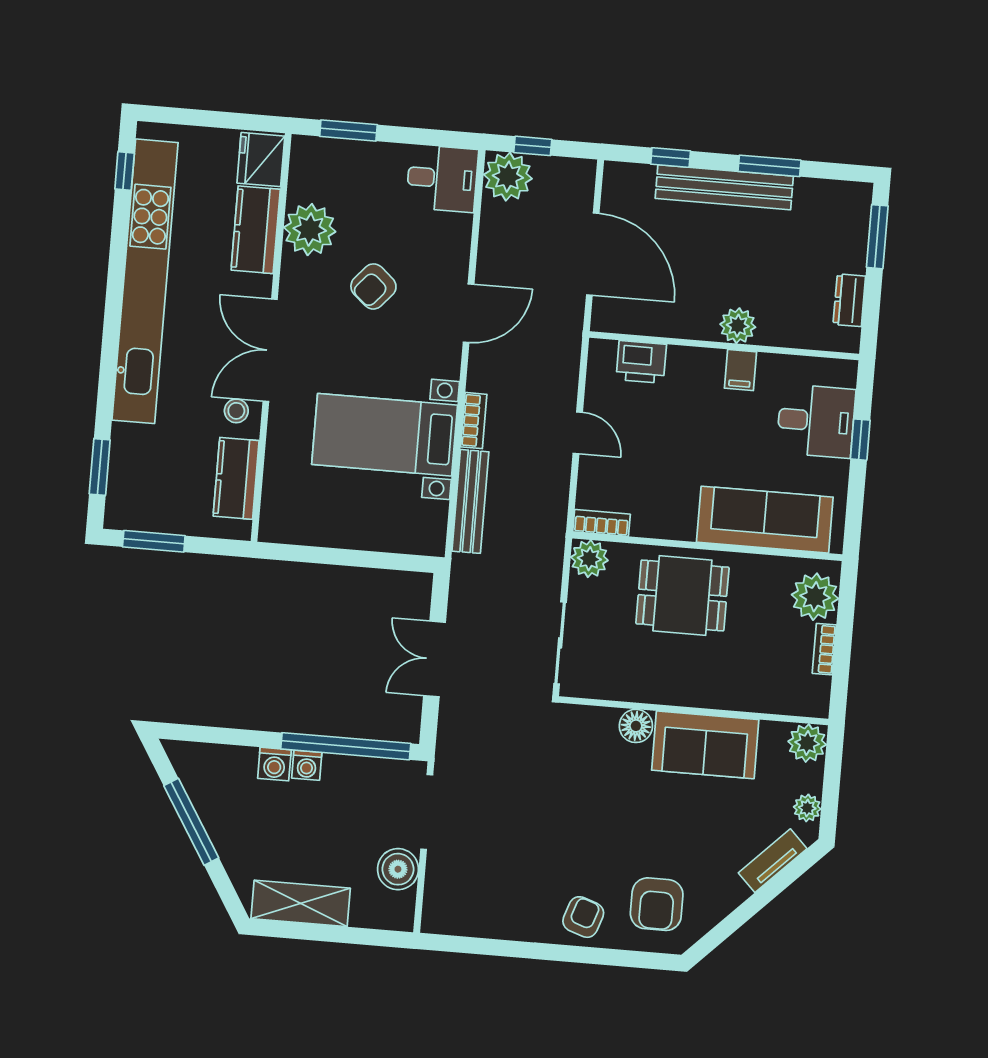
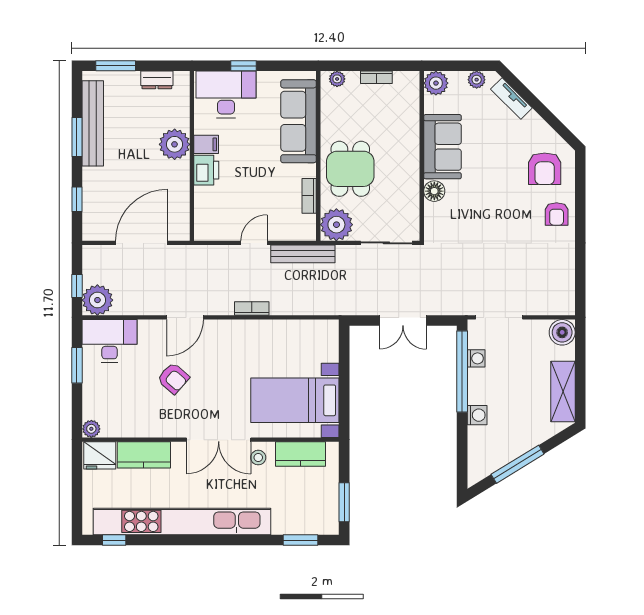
window: (348, 130) -> (77, 365), moved
desk: (442, 178) -> (109, 341), width x1.37
bench: (724, 187) -> (93, 123), moved
plant: (310, 230) -> (91, 429), moved, width x0.53, depth x0.53
door: (469, 313) -> (185, 317), swing flipped
plant: (738, 326) -> (175, 144), width x1.36, depth x1.36
printer: (641, 362) -> (206, 170), moved
desk: (816, 421) -> (226, 94), width x1.37
bed with nightstands: (385, 435) -> (295, 400), moved, turned 90
bench: (470, 501) -> (303, 254), moved
bookcase: (602, 523) -> (309, 196), moved
plant: (589, 559) -> (336, 225), width x1.36, depth x1.36
plant: (815, 597) -> (337, 79), width x0.53, depth x0.53
washing machine: (307, 765) -> (476, 358), moved
boiler: (398, 869) -> (562, 332), moved
armchair: (657, 904) -> (545, 169), turned 90
armchair: (583, 917) -> (557, 214), turned -109

